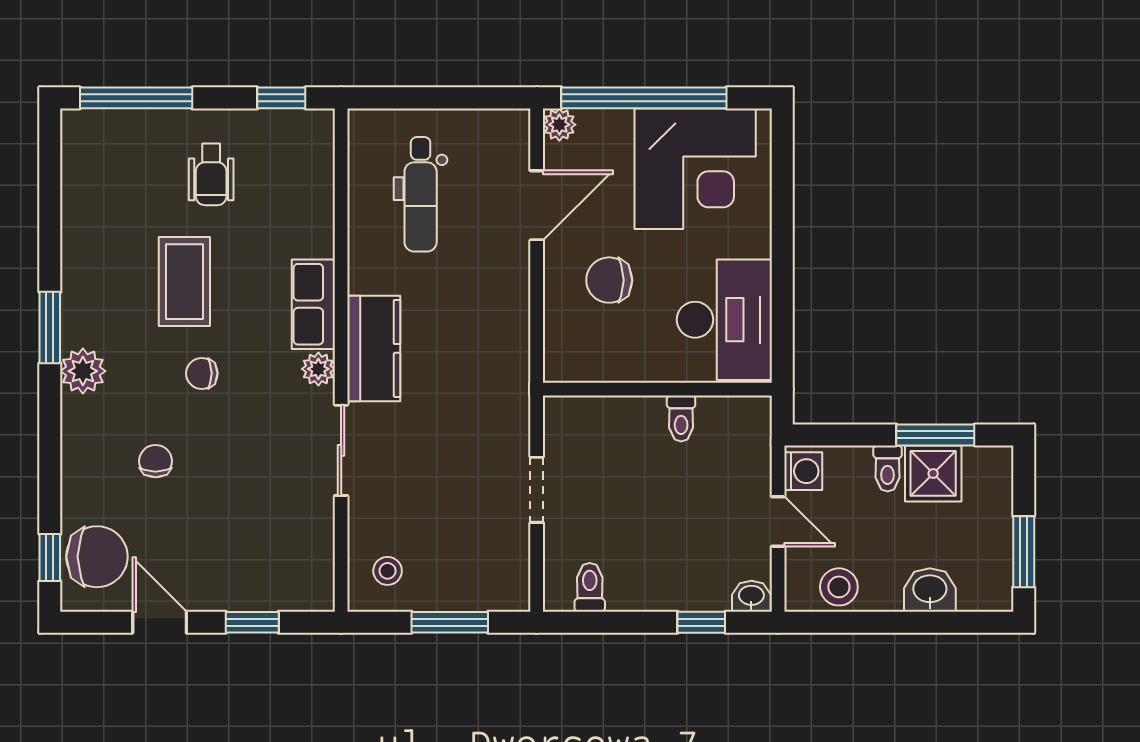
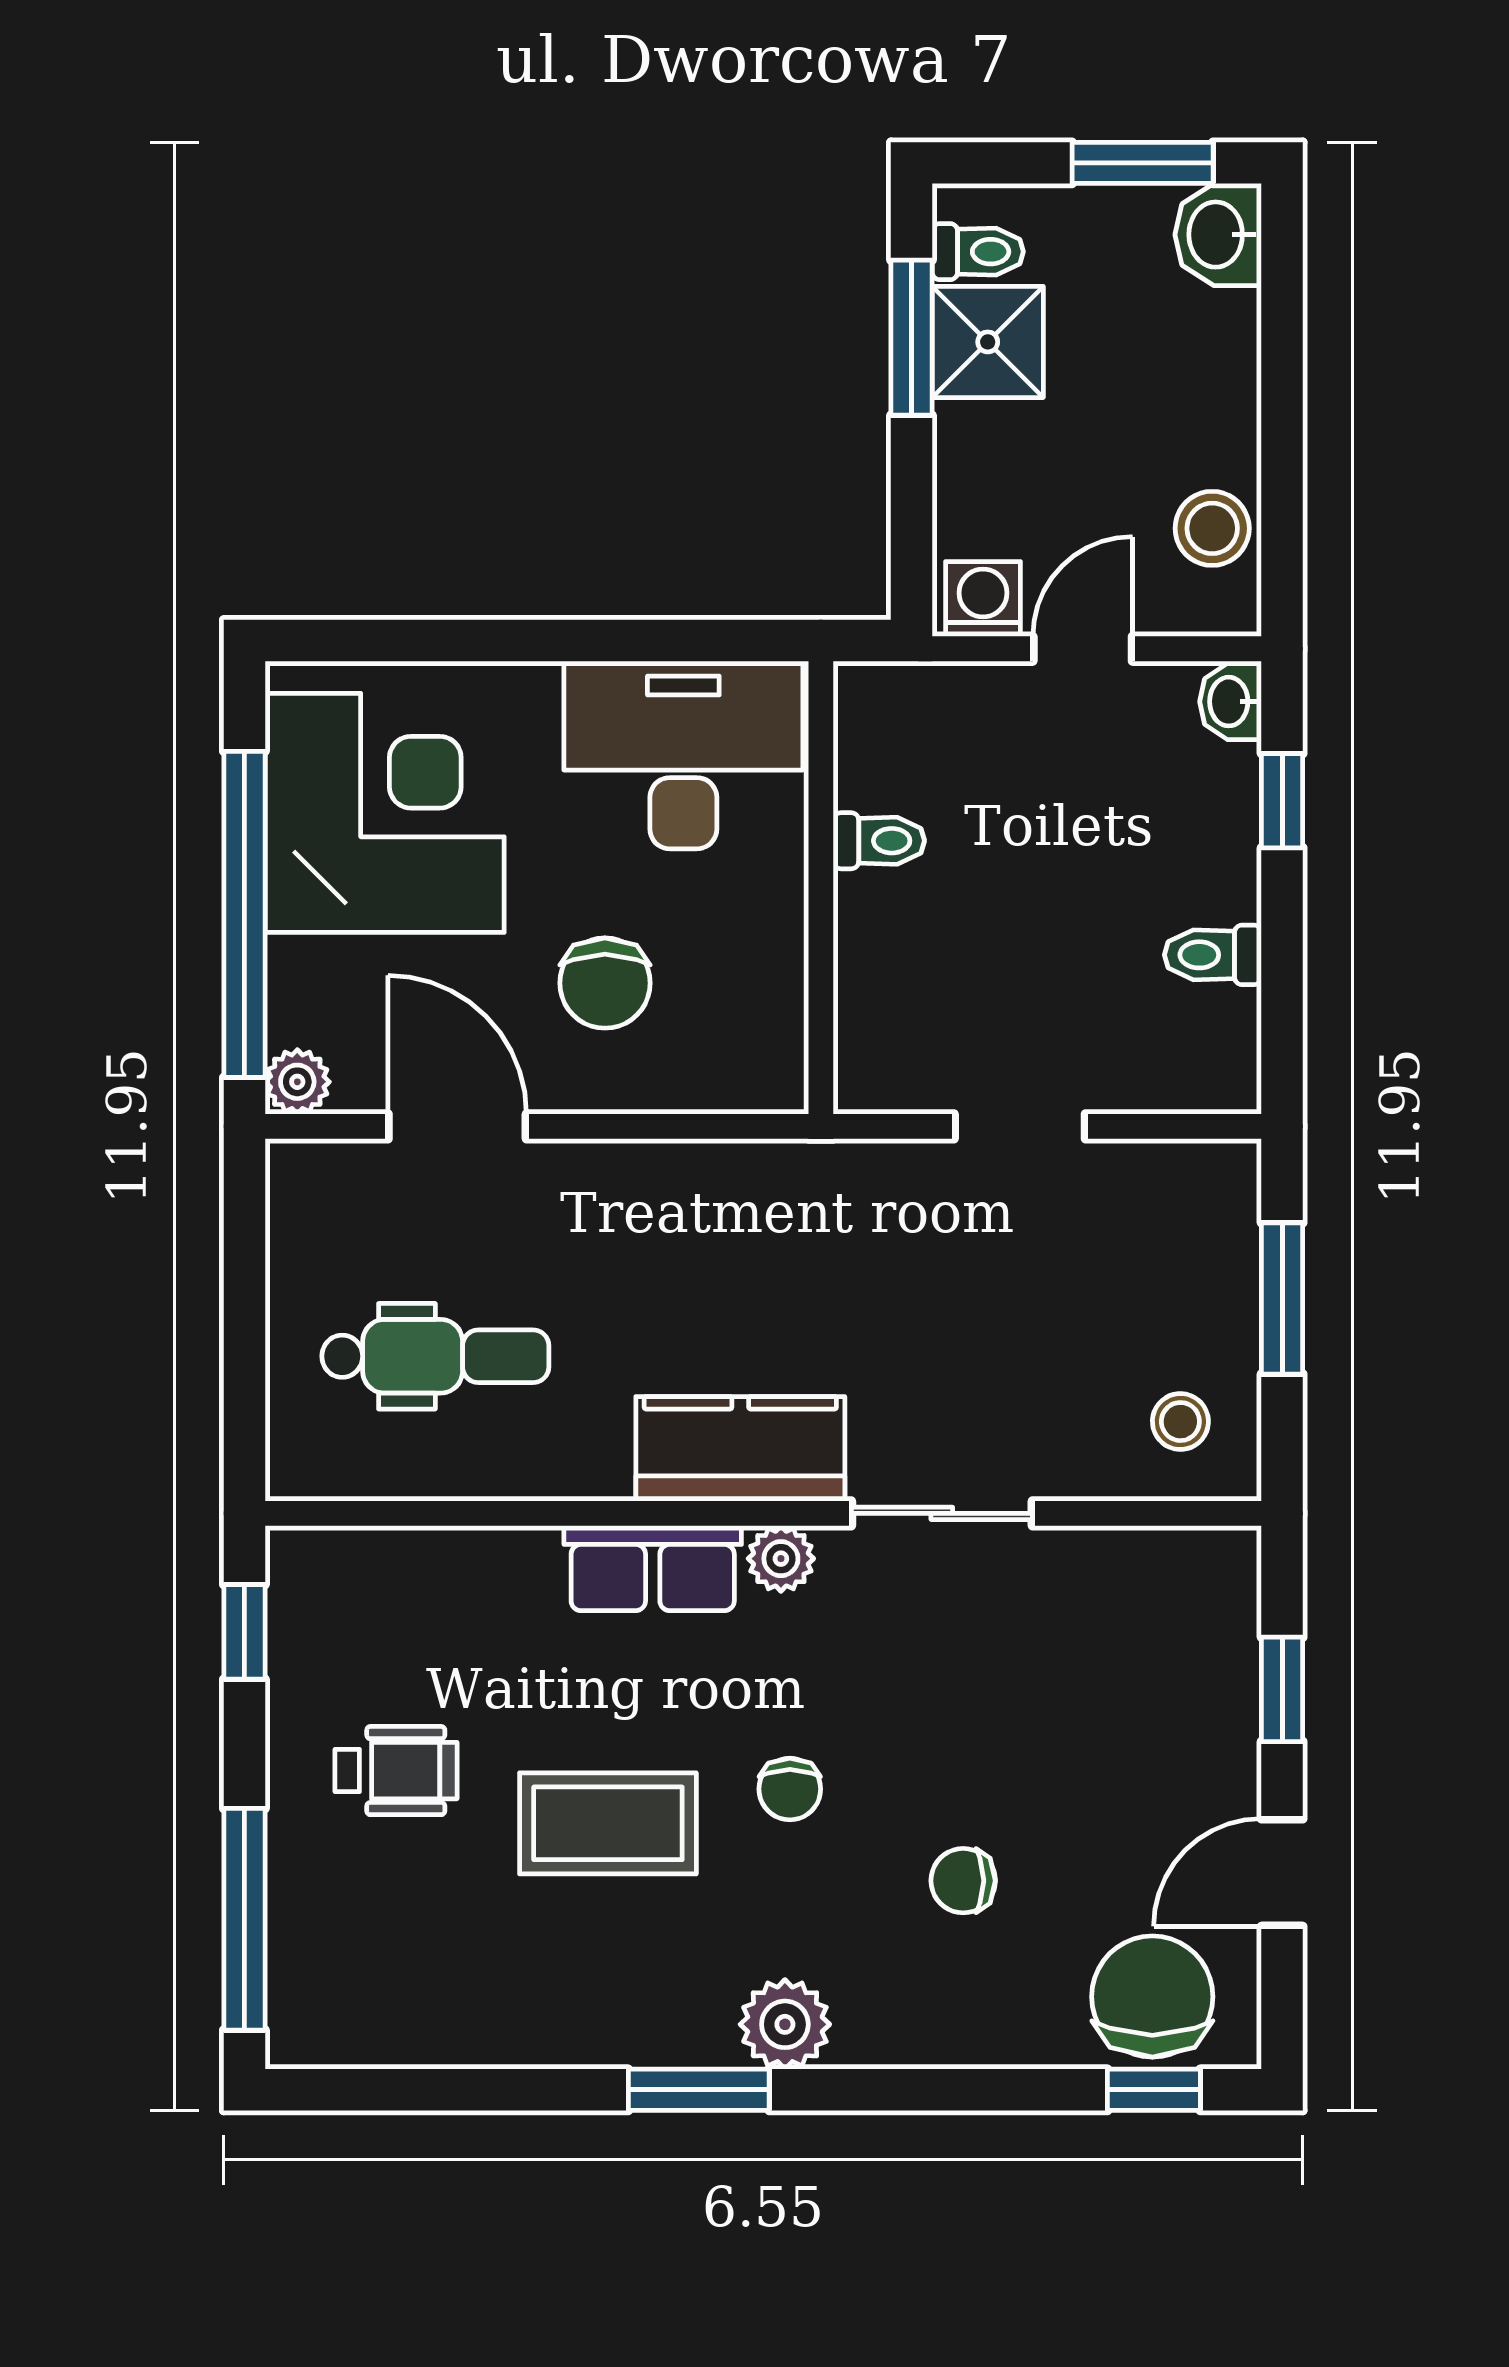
toilet: (888, 468) -> (978, 252), moved
toilet: (590, 587) -> (1213, 955), moved
washbasin: (930, 590) -> (1218, 235), moved

